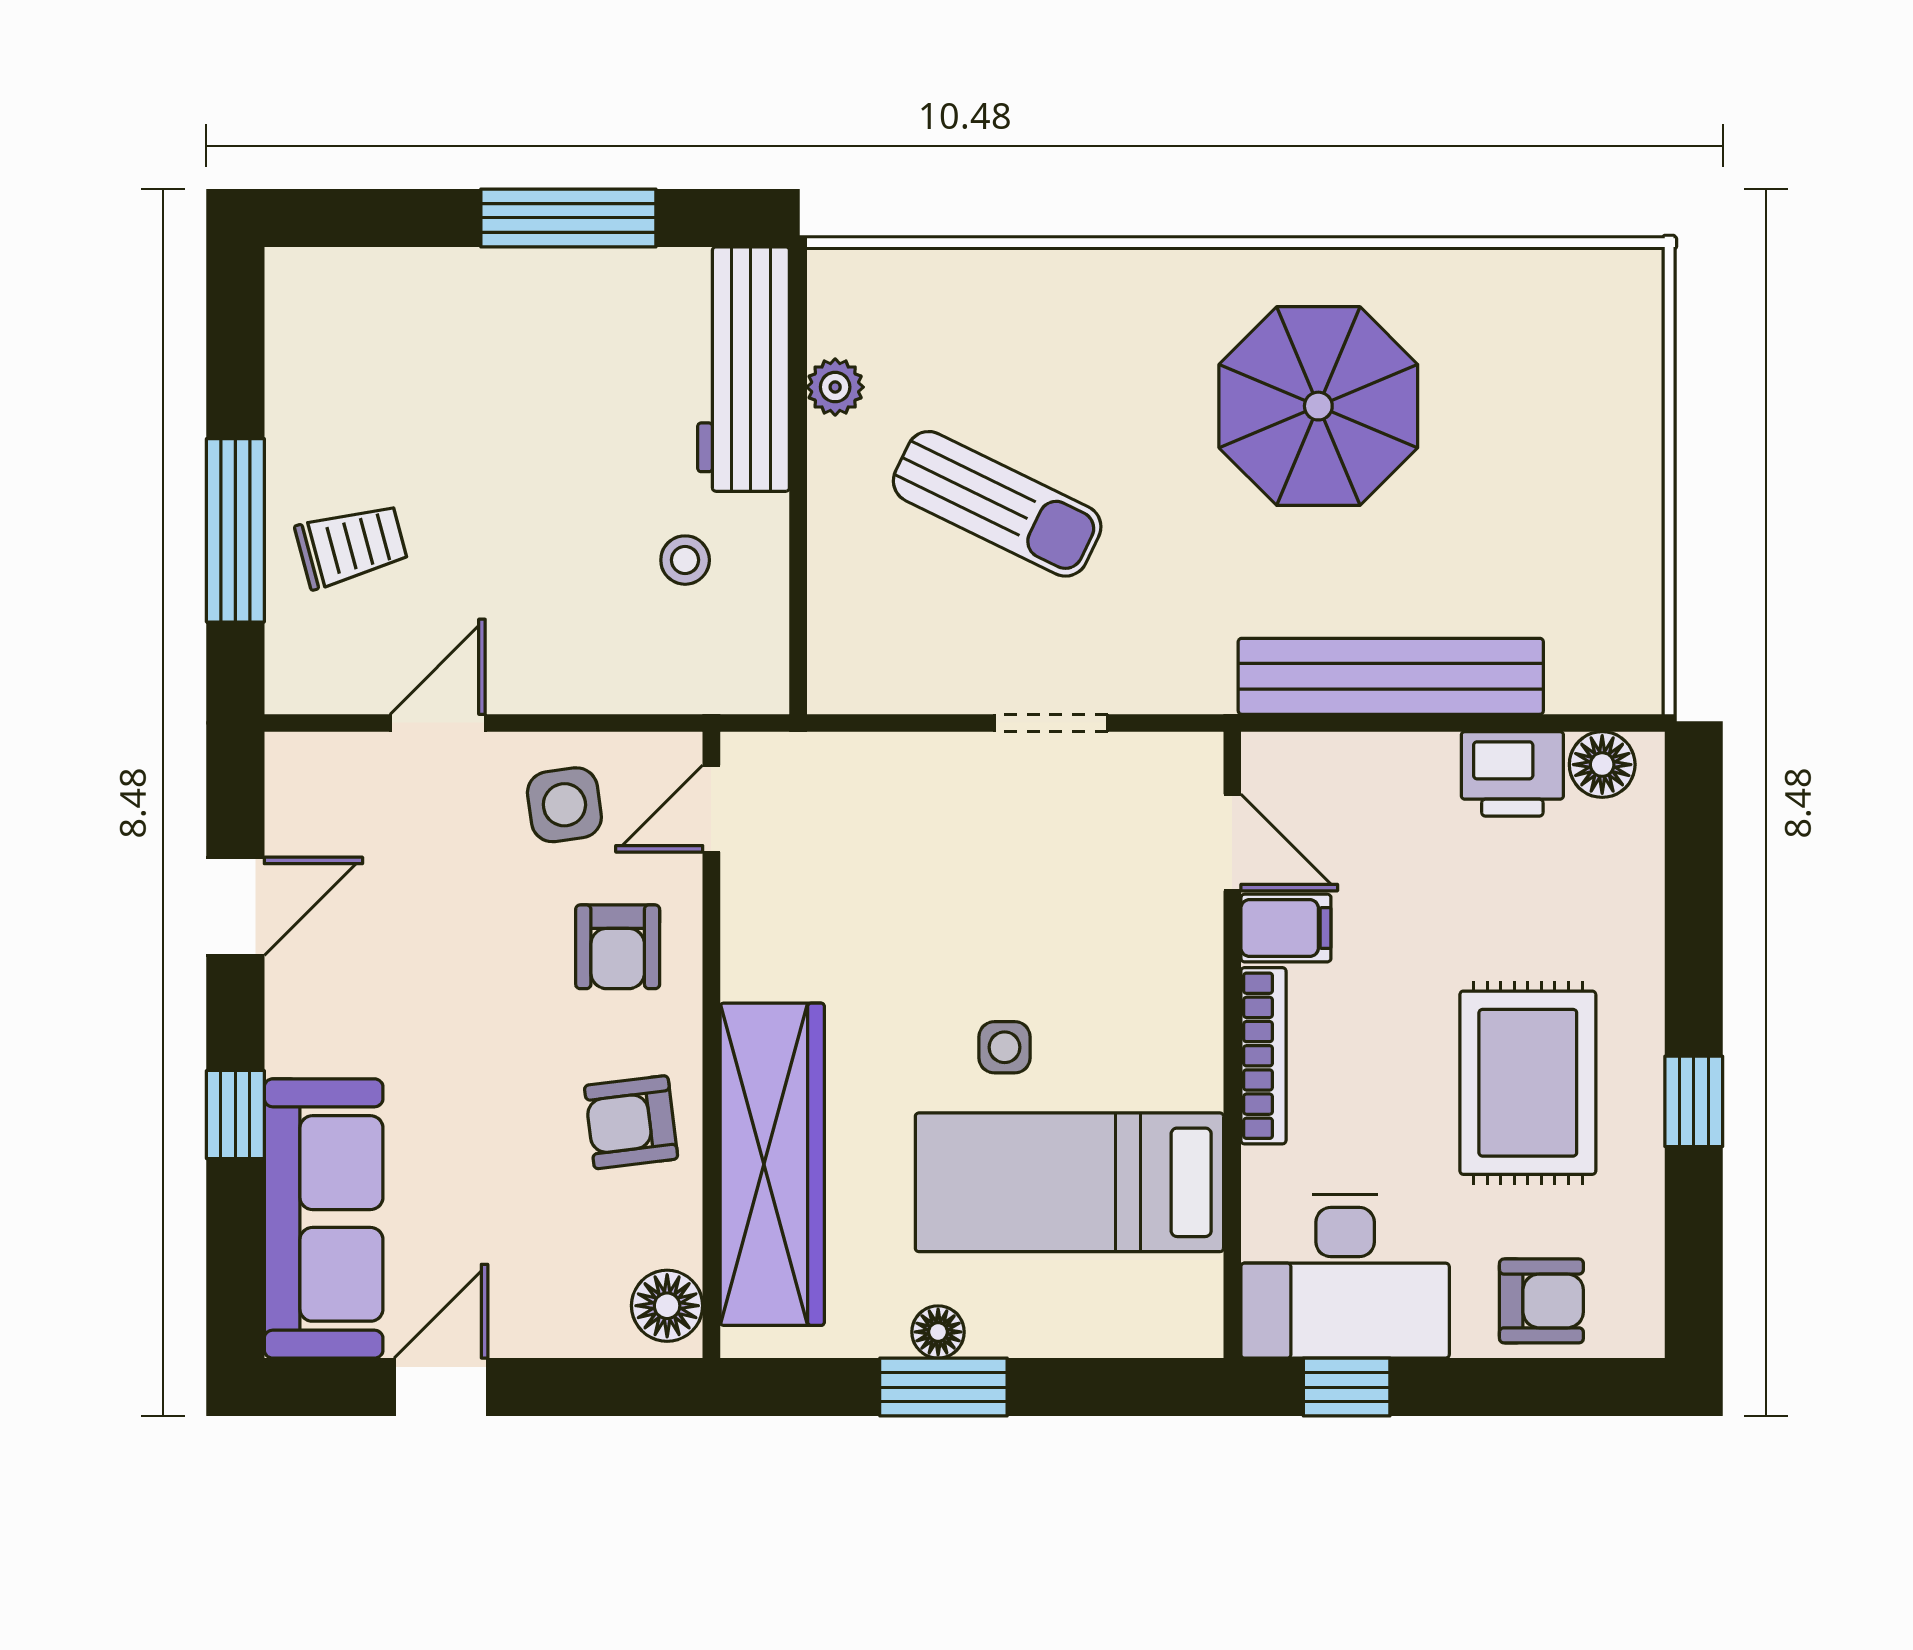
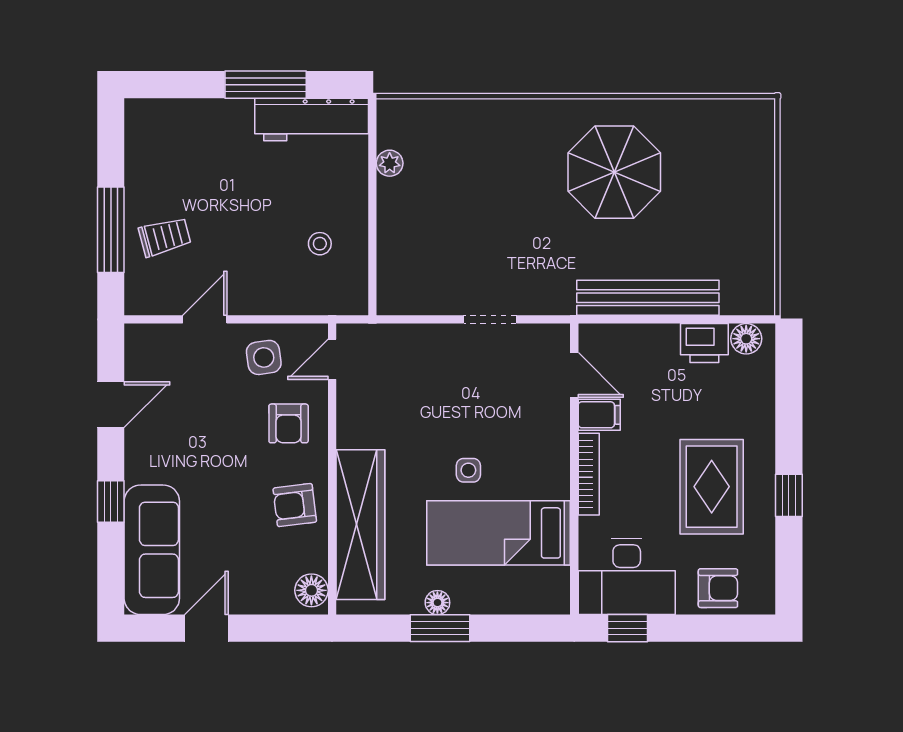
workbench: (744, 369) -> (312, 119), moved, turned -90
sun lounger: (997, 504) -> (465, 218), removed

